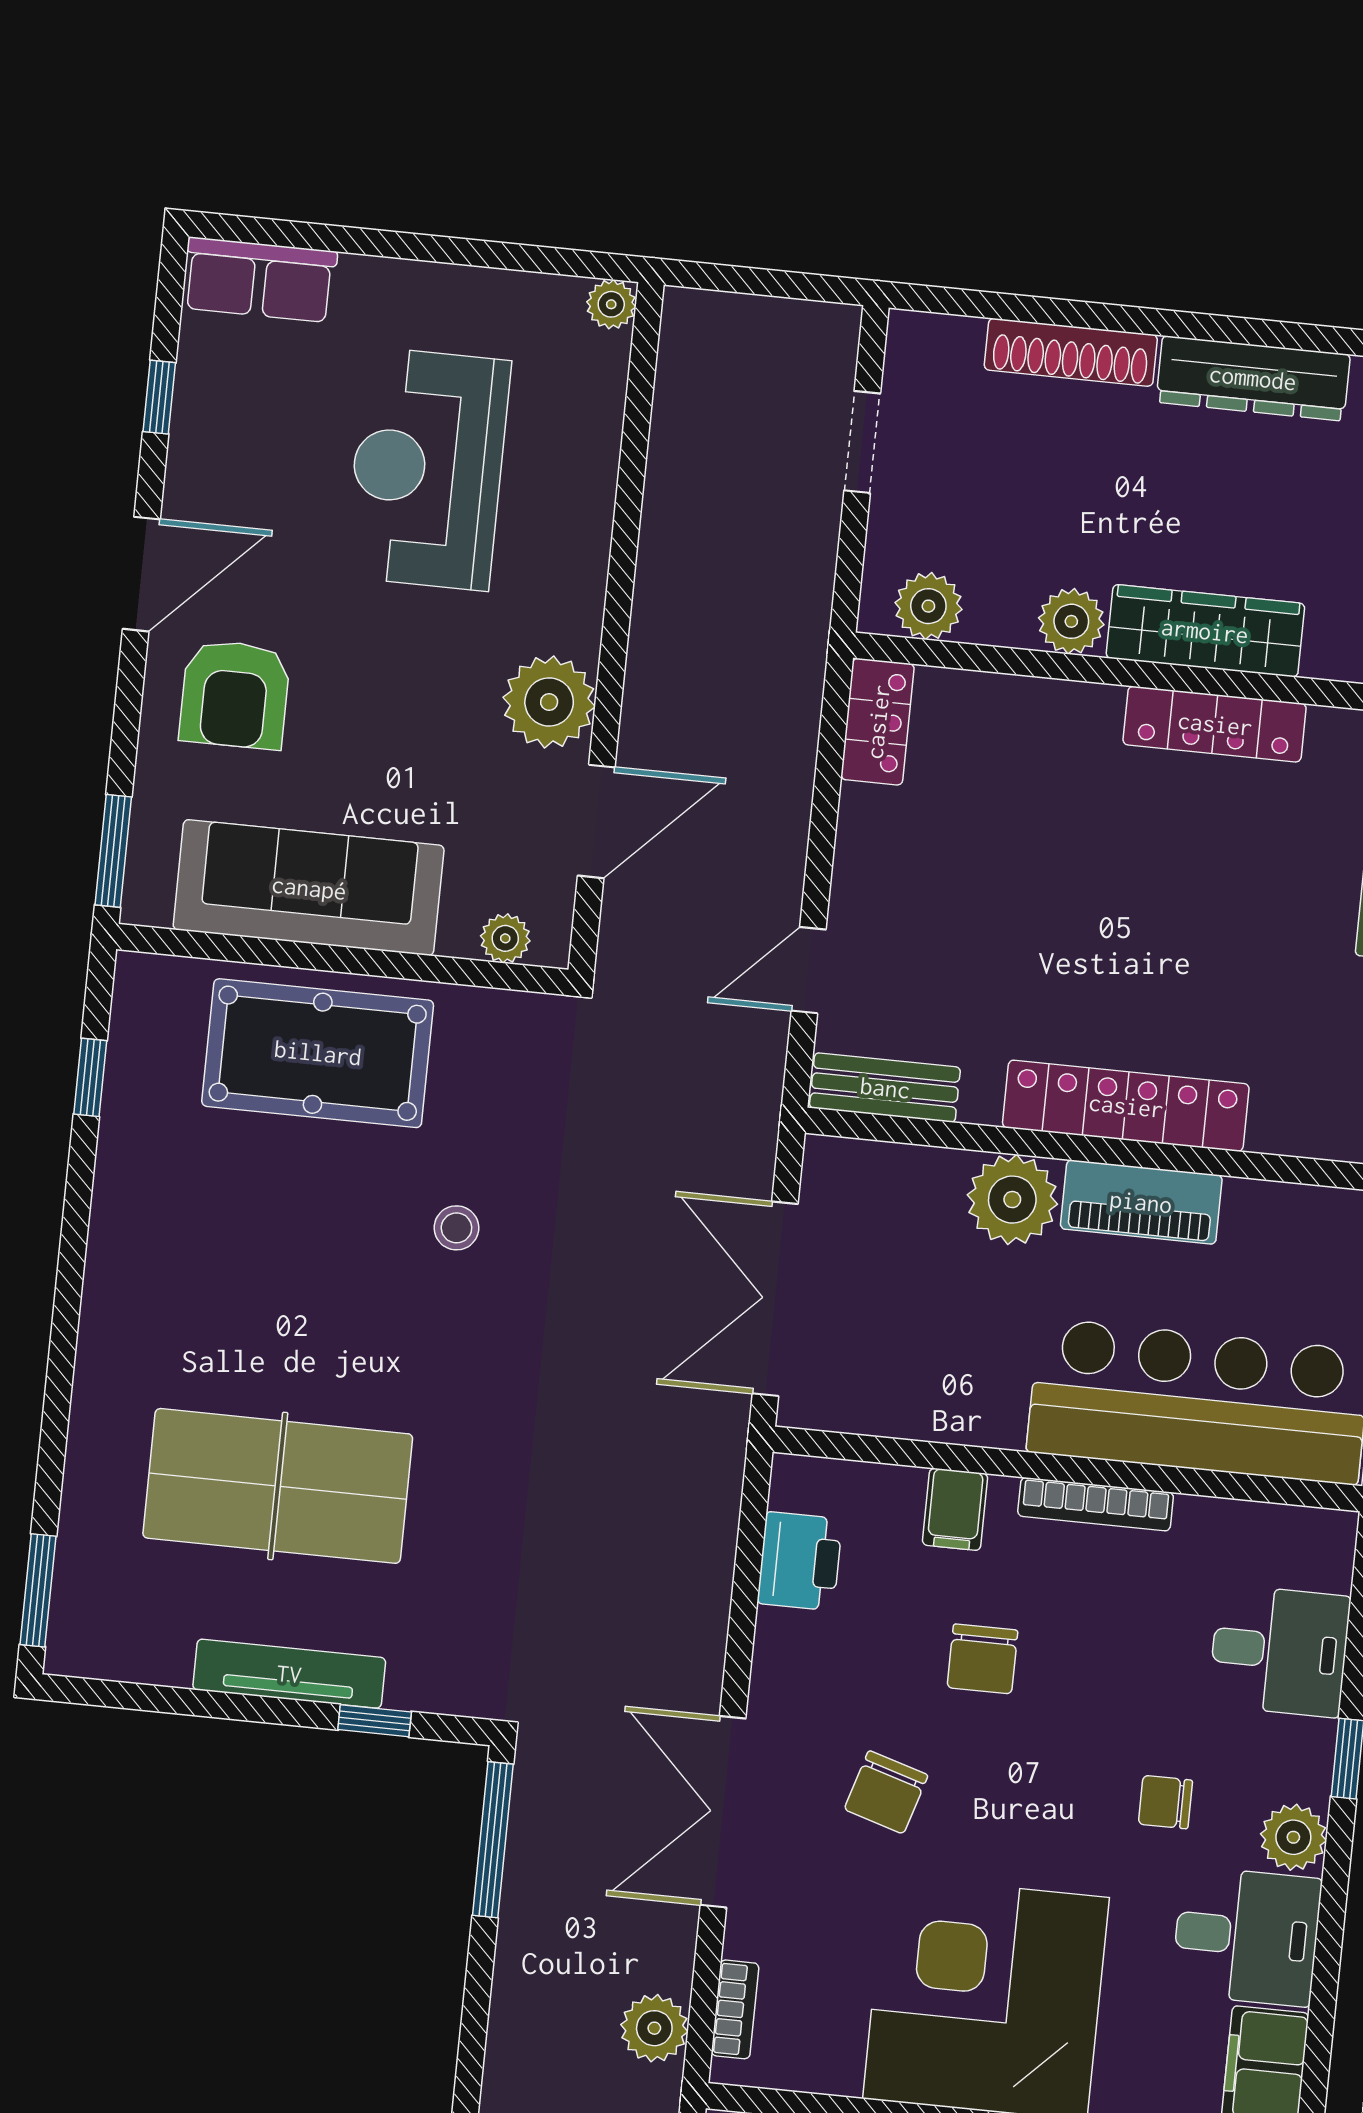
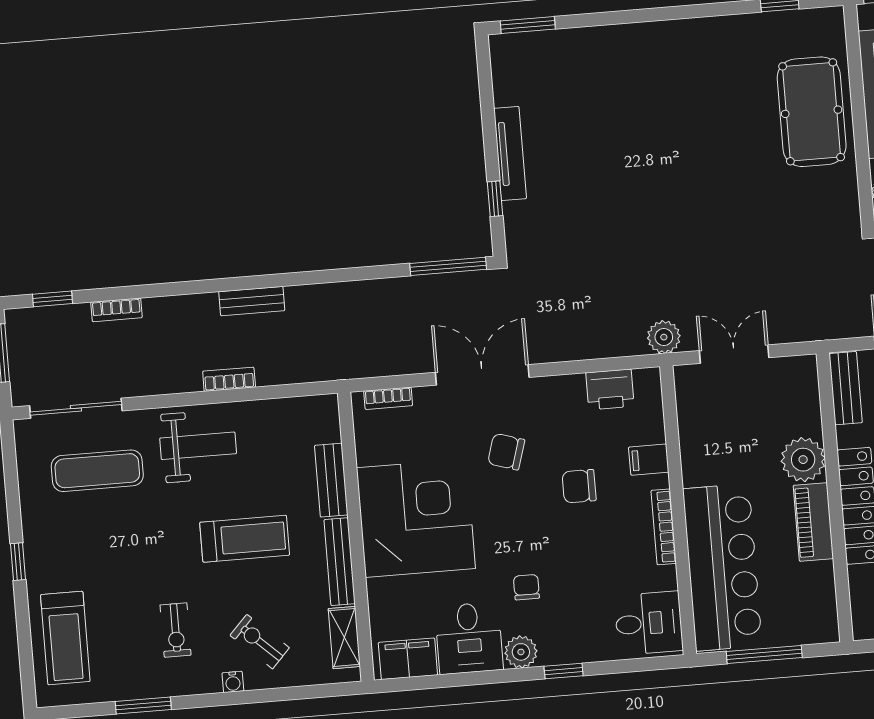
stool: (456, 1228) -> (740, 194), removed
double door: (775, 1299) -> (734, 354), width x0.73
table tennis table: (278, 1486) -> (599, 131), removed
desk: (1279, 1651) -> (649, 623), moved, turned -90
plant: (654, 2028) -> (664, 337), moved

